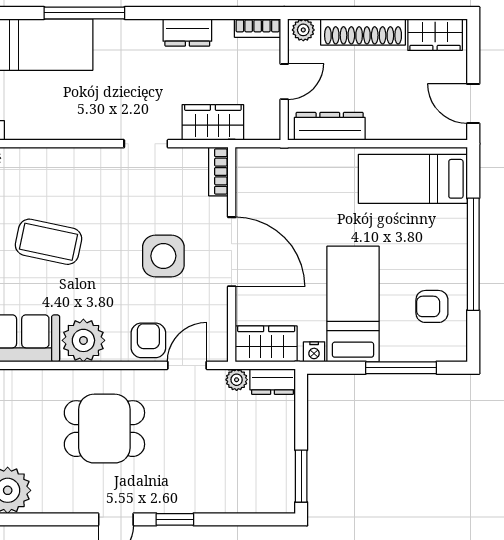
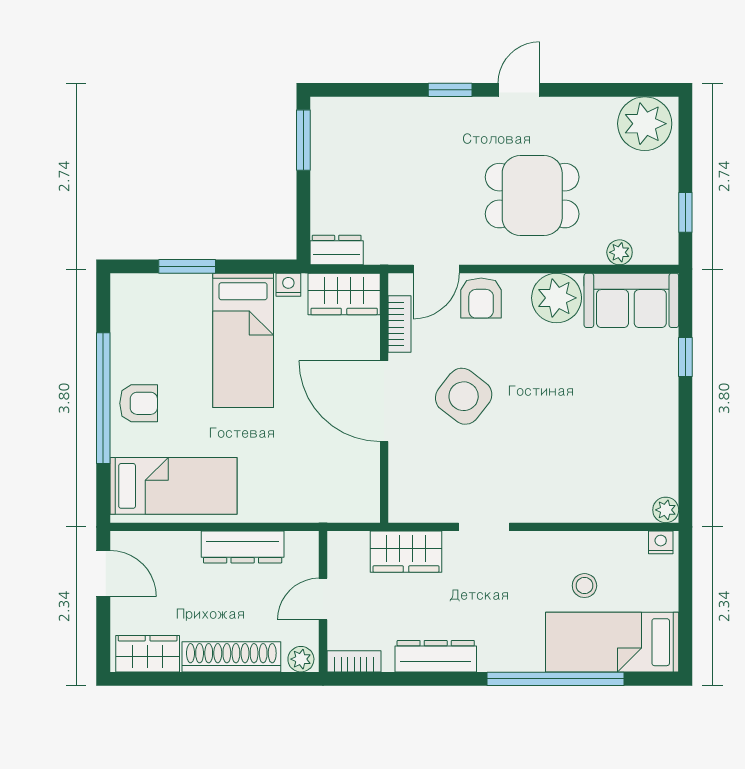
window: (84, 13) -> (555, 679), width x1.46
dresser: (187, 32) -> (436, 656), width x1.44
stool: (59, 93) -> (584, 586), added
dresser: (330, 126) -> (243, 547), moved
bookcase: (218, 172) -> (400, 324), moved
coffee table: (48, 242) -> (597, 413), removed
side table: (163, 256) -> (464, 396), turned 38
armchair: (432, 306) -> (139, 403), moved
window: (401, 368) -> (187, 266), width x0.69
plant: (237, 380) -> (620, 252), moved

